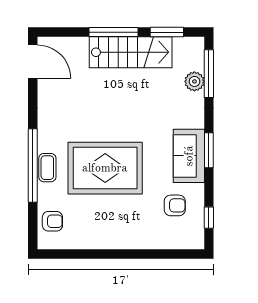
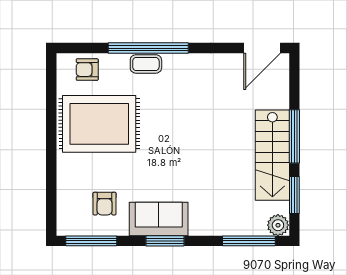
plant: (194, 81) -> (278, 225), moved
rug: (105, 168) -> (99, 124), moved, turned 90
window: (209, 218) -> (91, 241), width x2.17
armchair: (52, 221) -> (87, 70), turned 90

